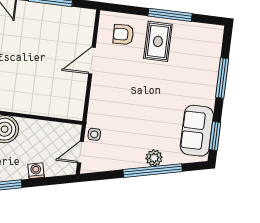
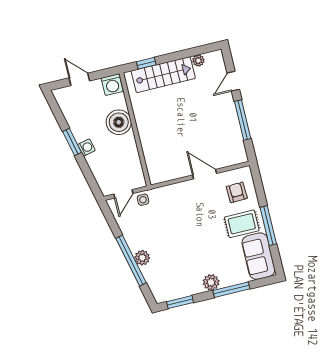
plant: (207, 96) -> (211, 282), added
sofa: (197, 131) -> (258, 256), moved, turned -90
door: (80, 152) -> (123, 194), swing flipped
washing machine: (36, 171) -> (86, 148), moved

